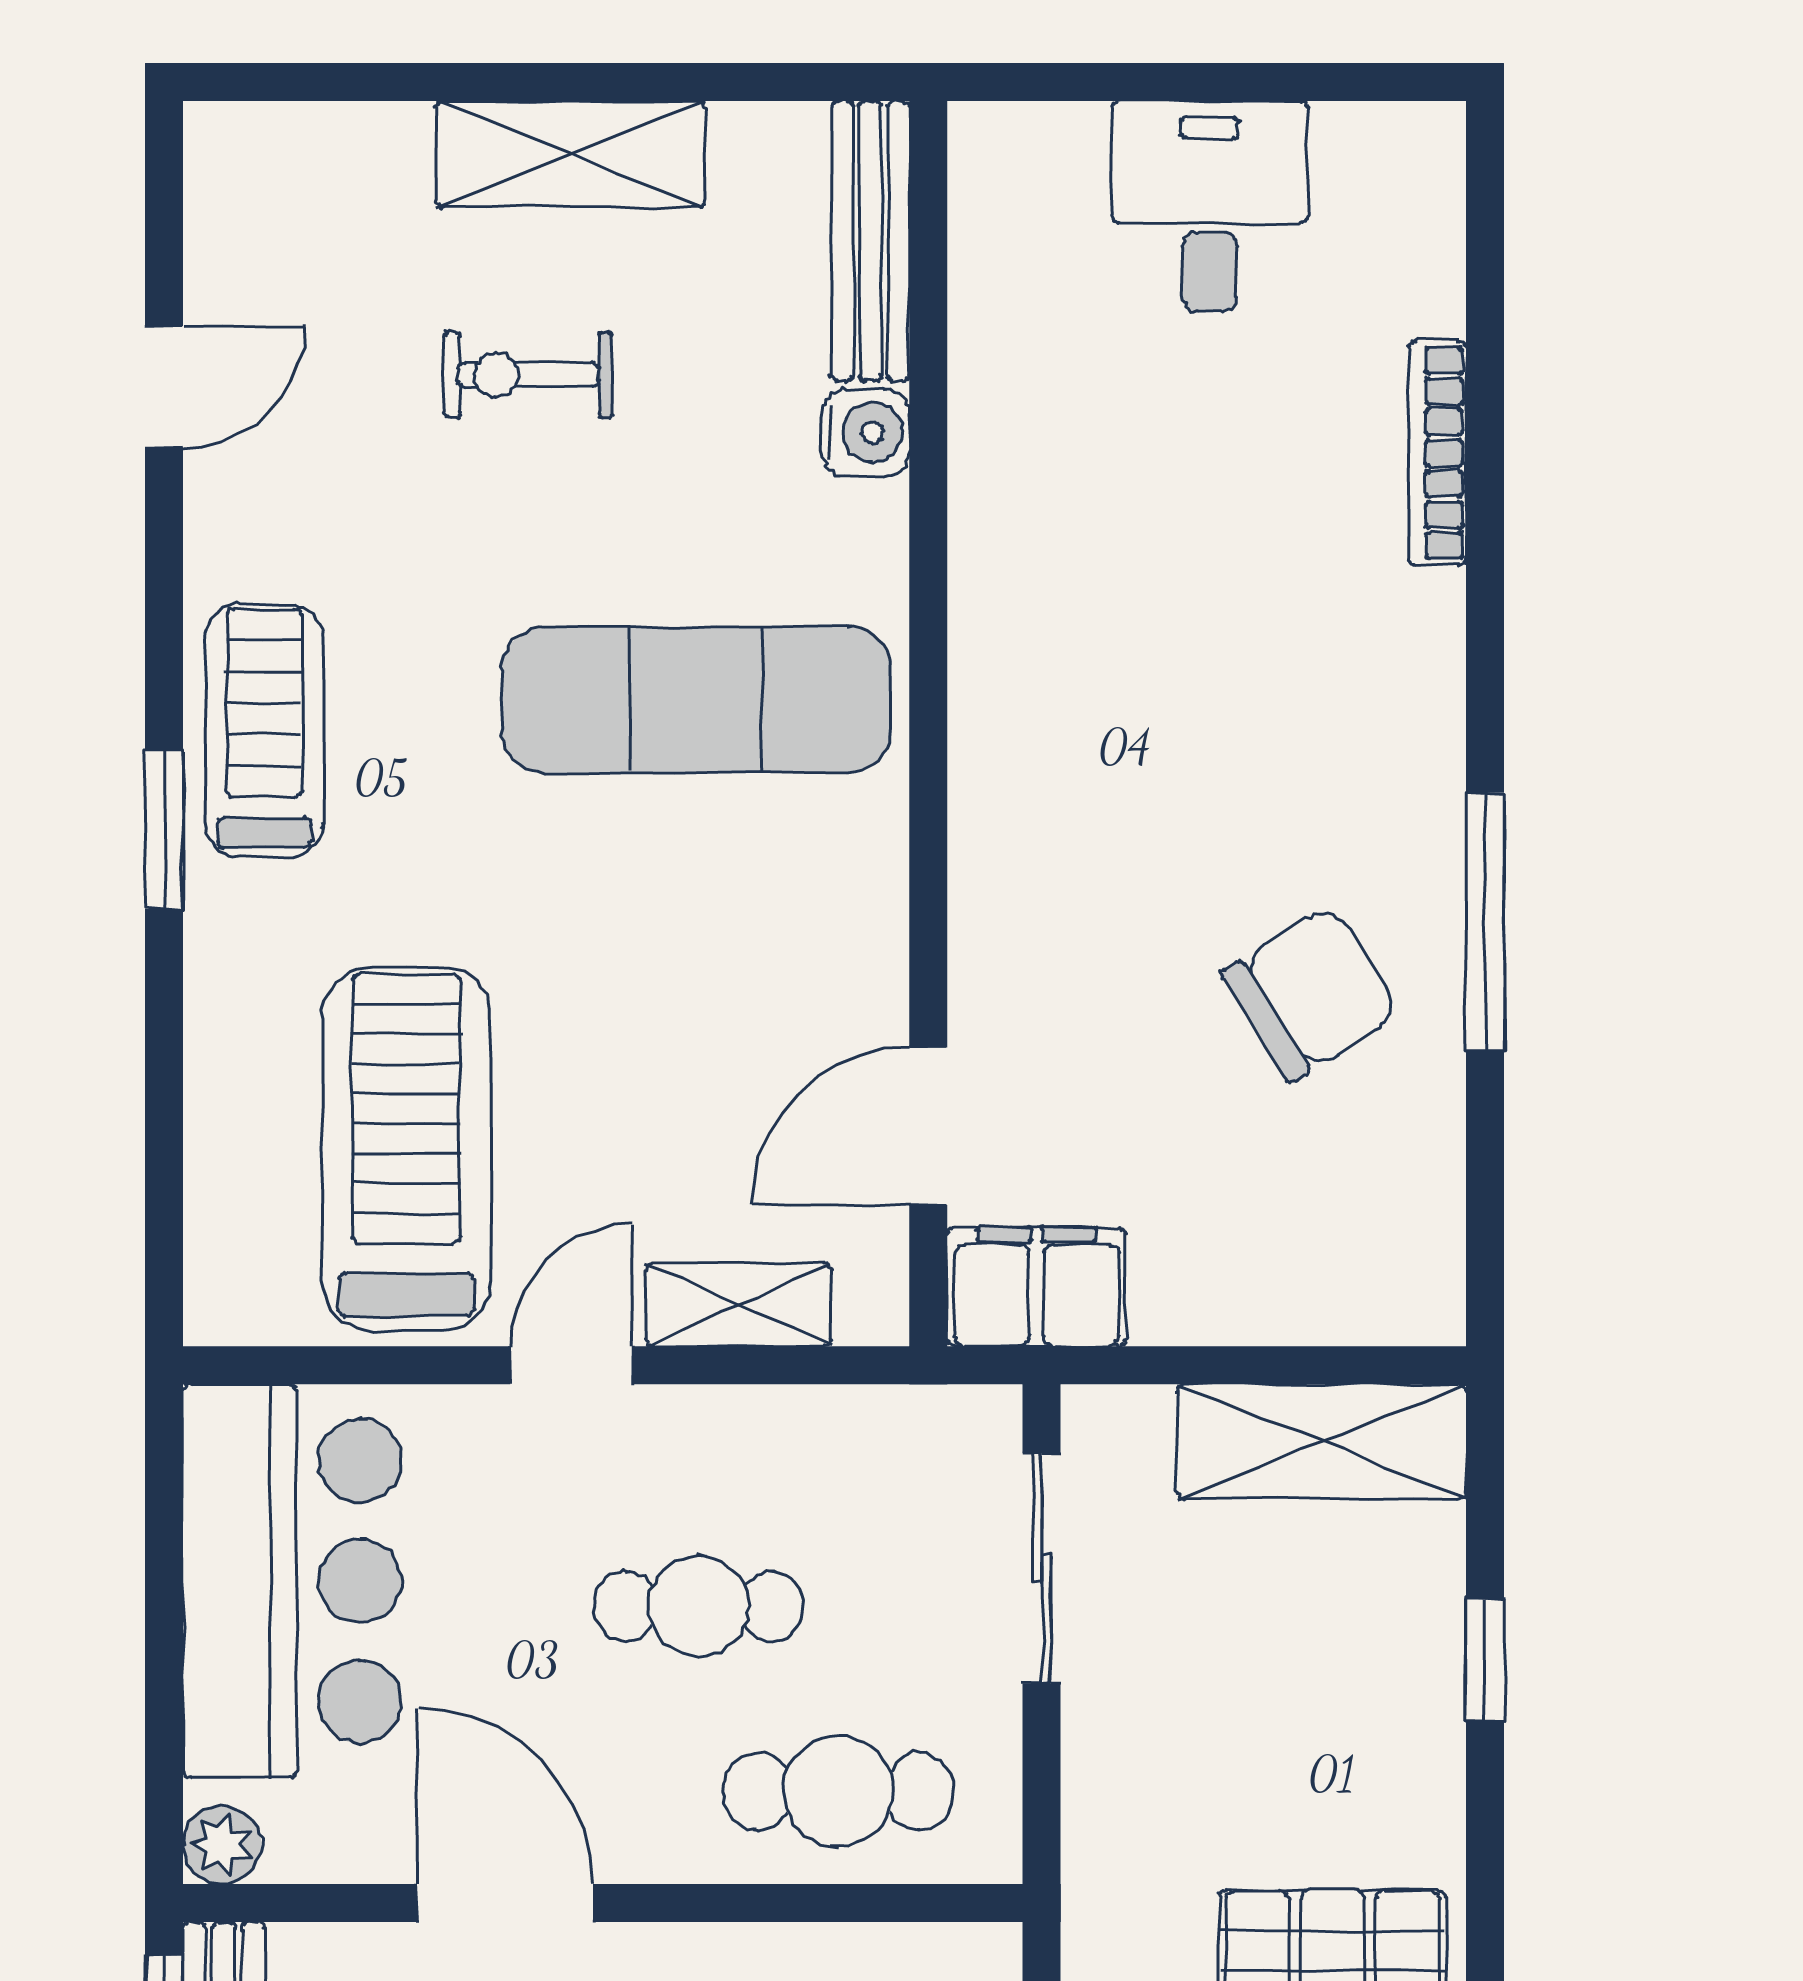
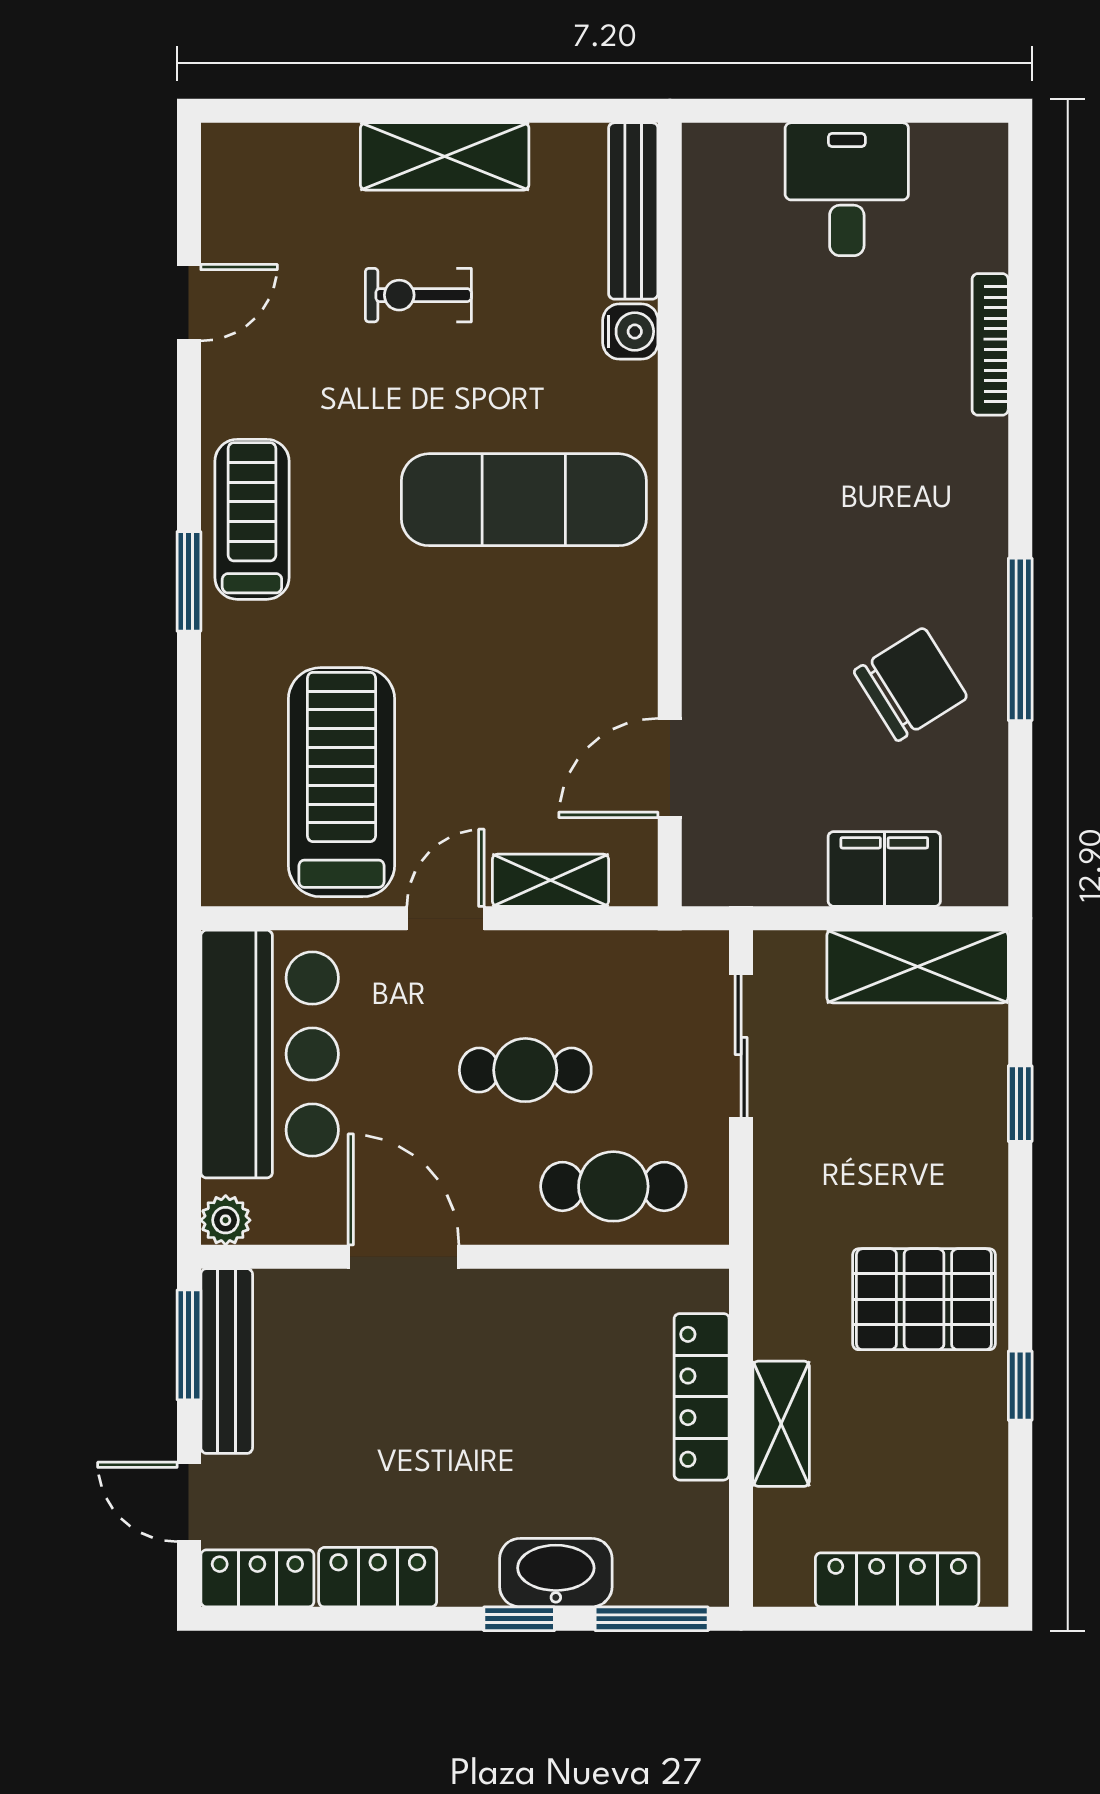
filing cabinet: (1036, 1287) -> (884, 869), moved

